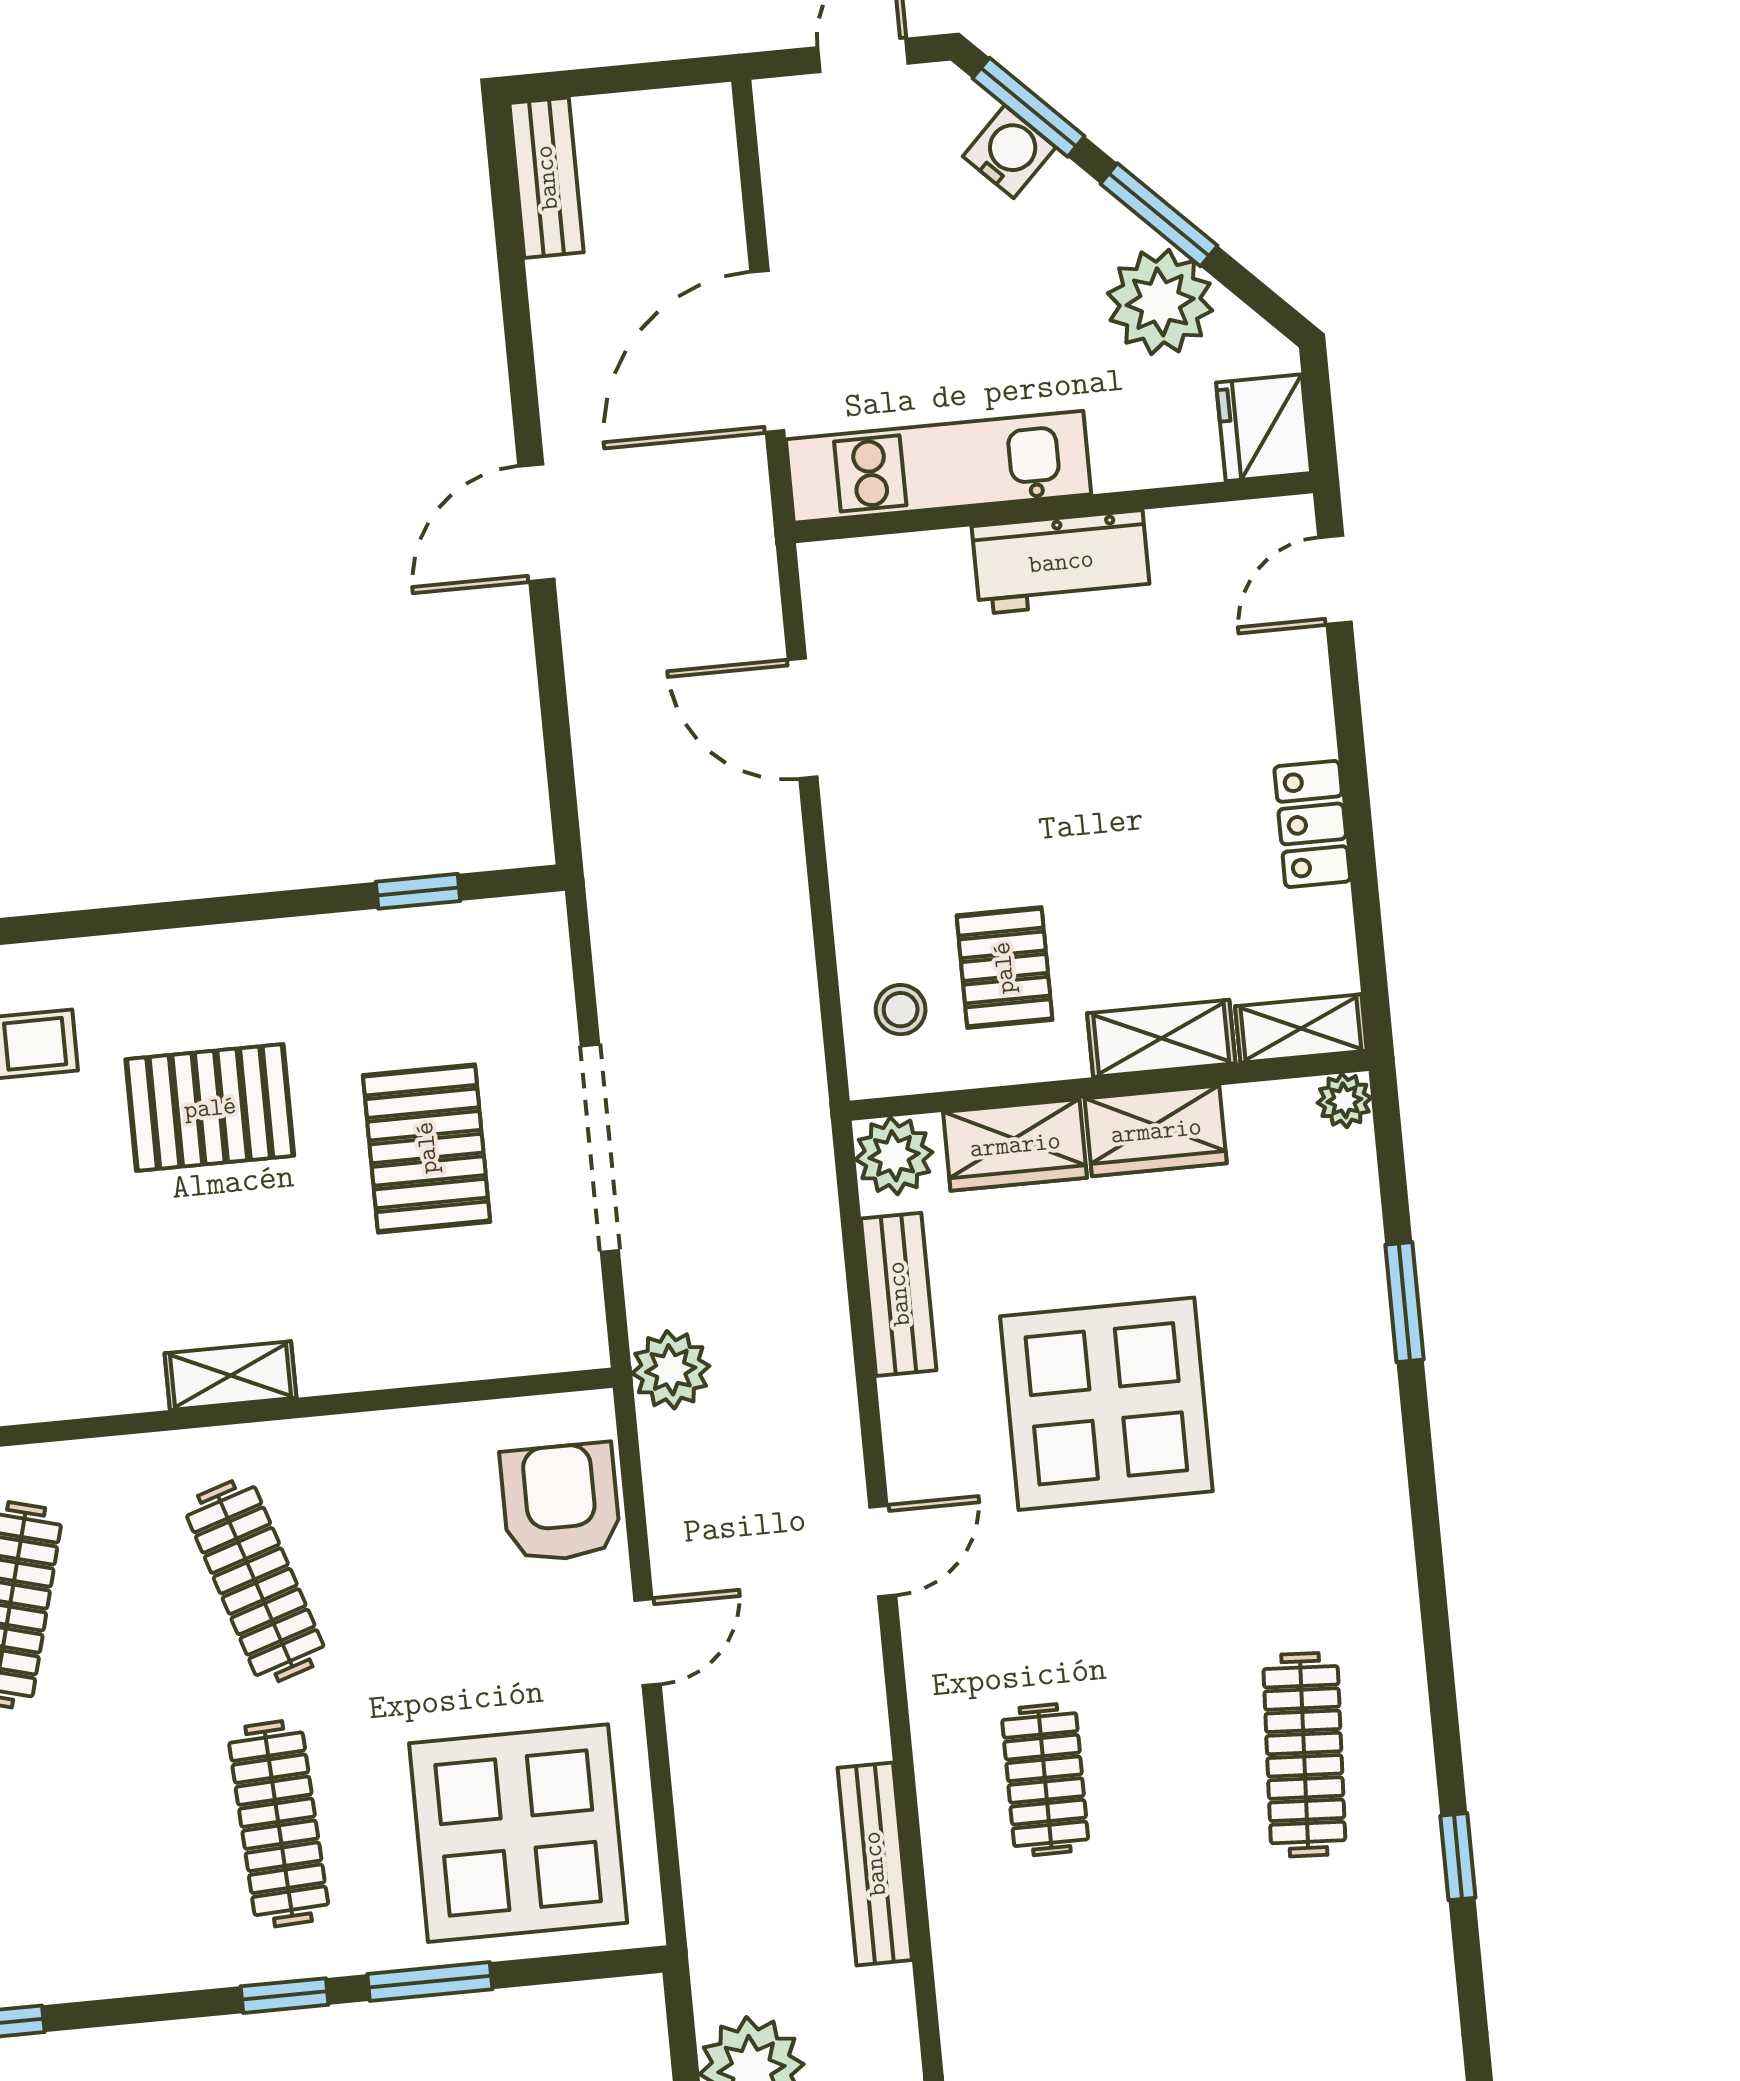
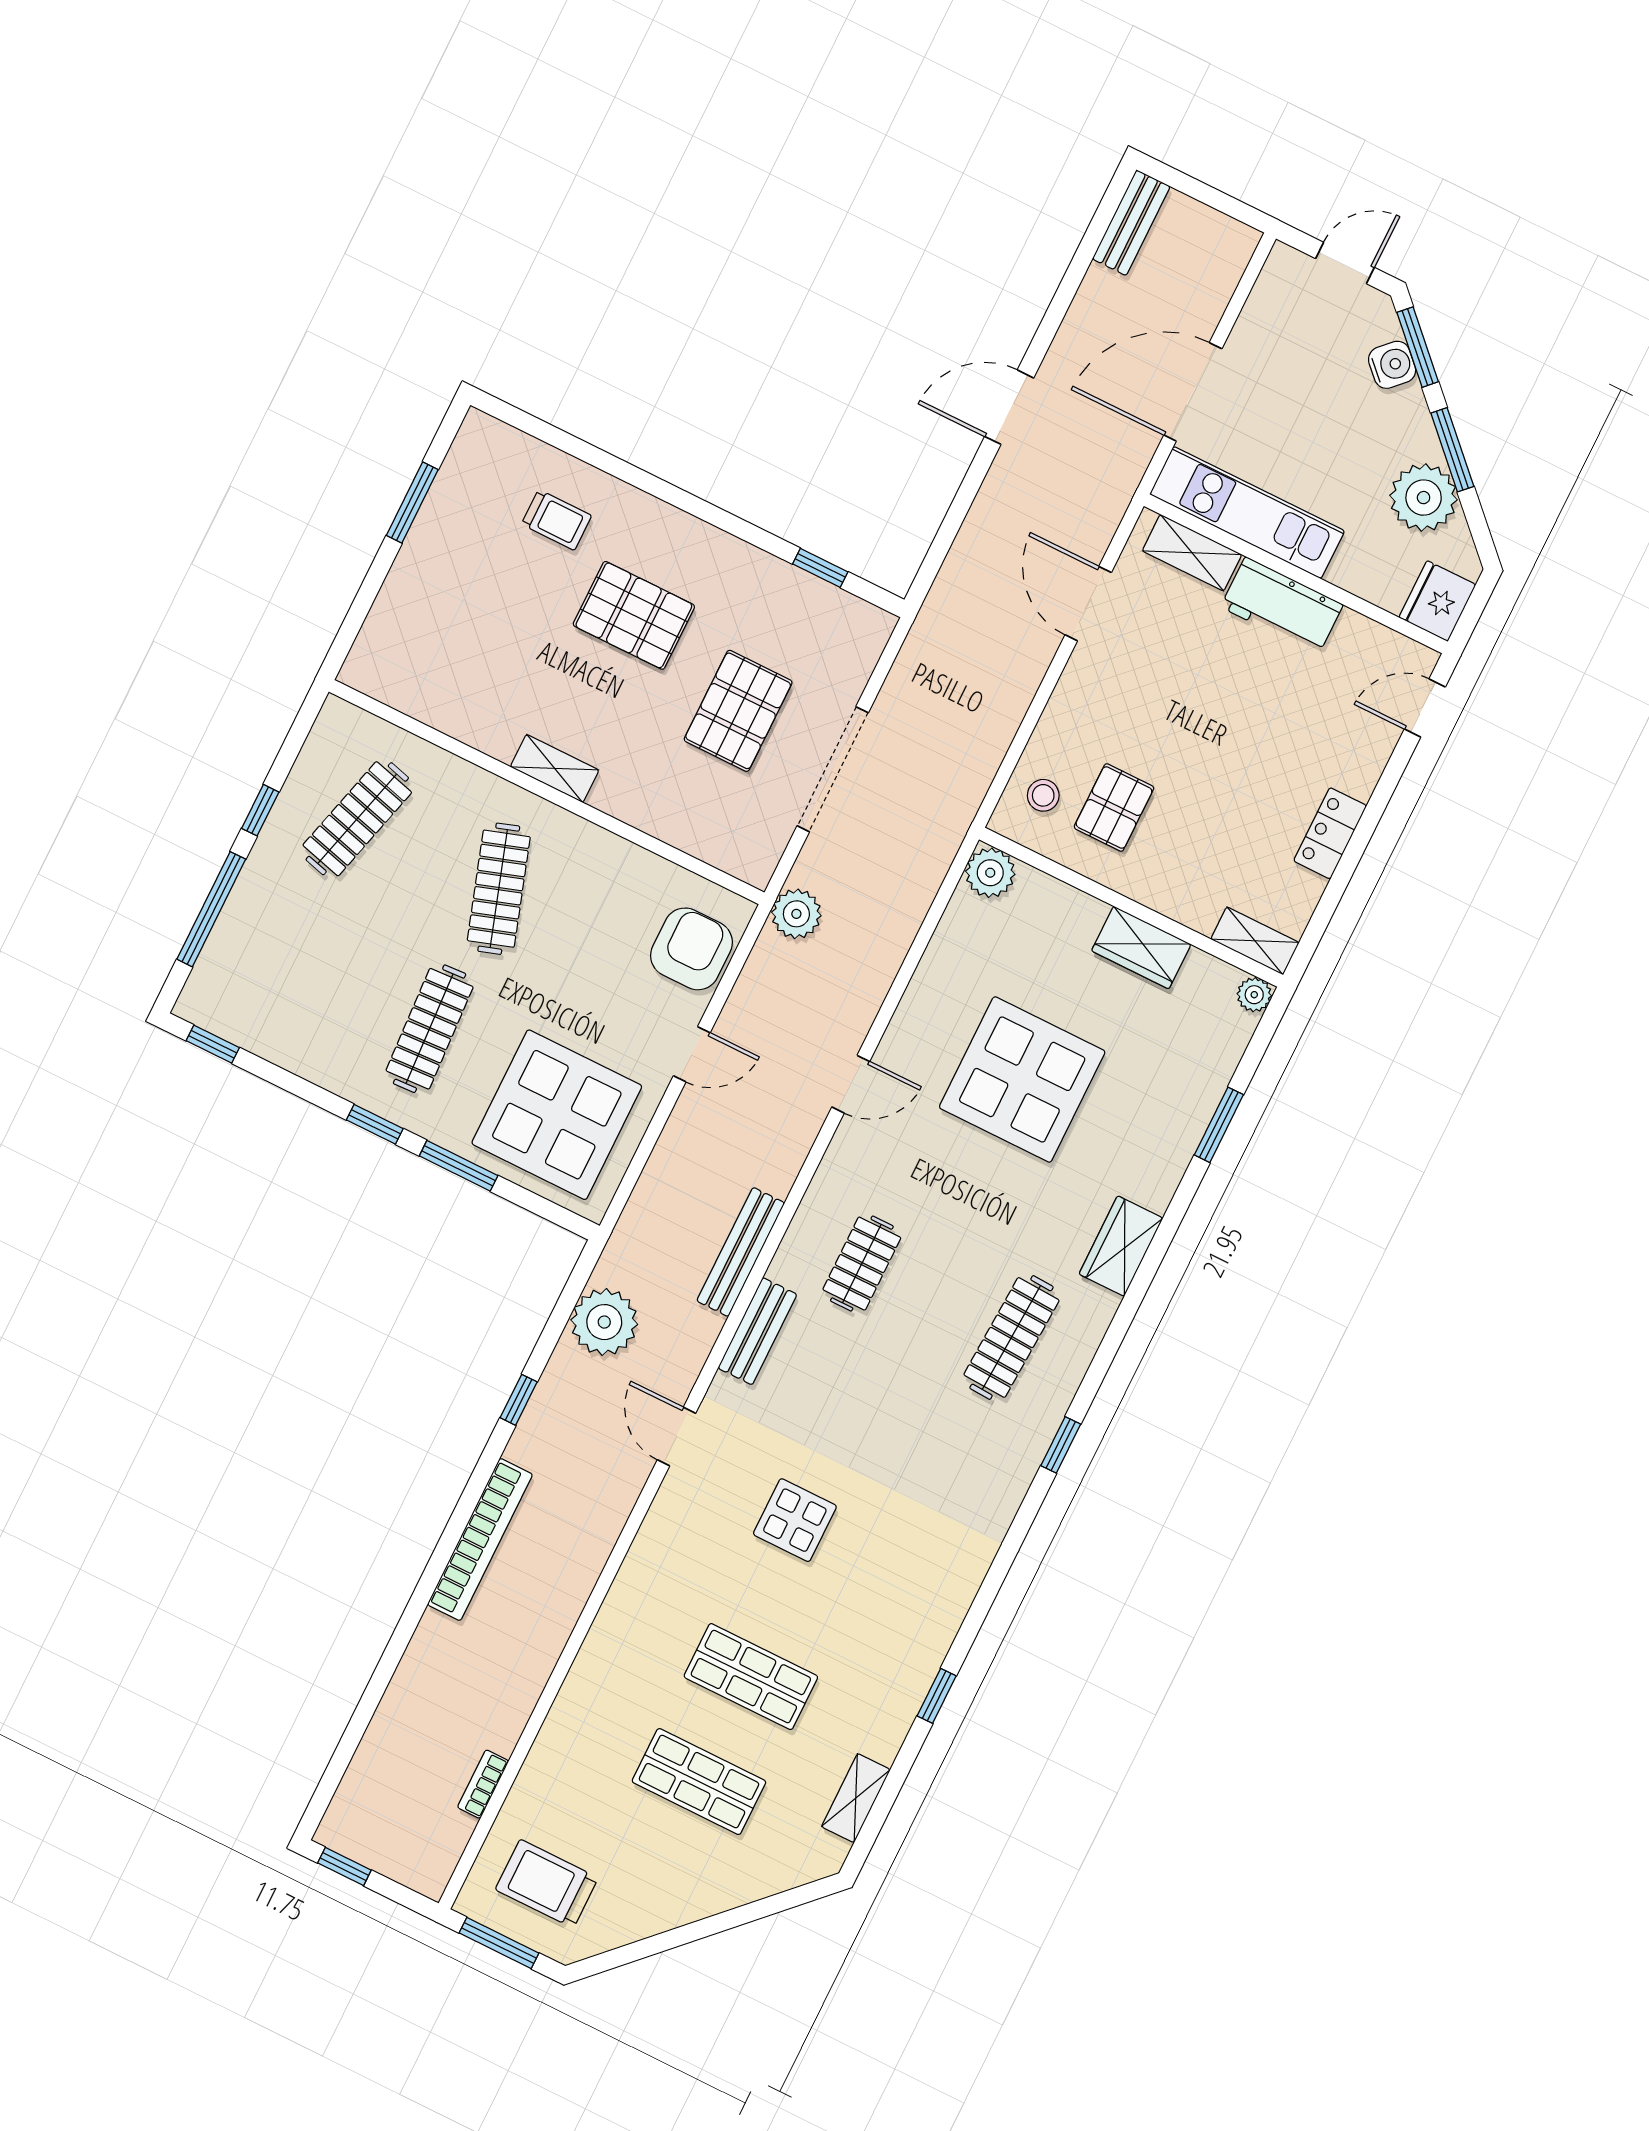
shelving: (1161, 1038) -> (1192, 553), moved
wardrobe: (1015, 1145) -> (1121, 1246), moved, turned 90
bench: (899, 1294) -> (757, 1331), moved

